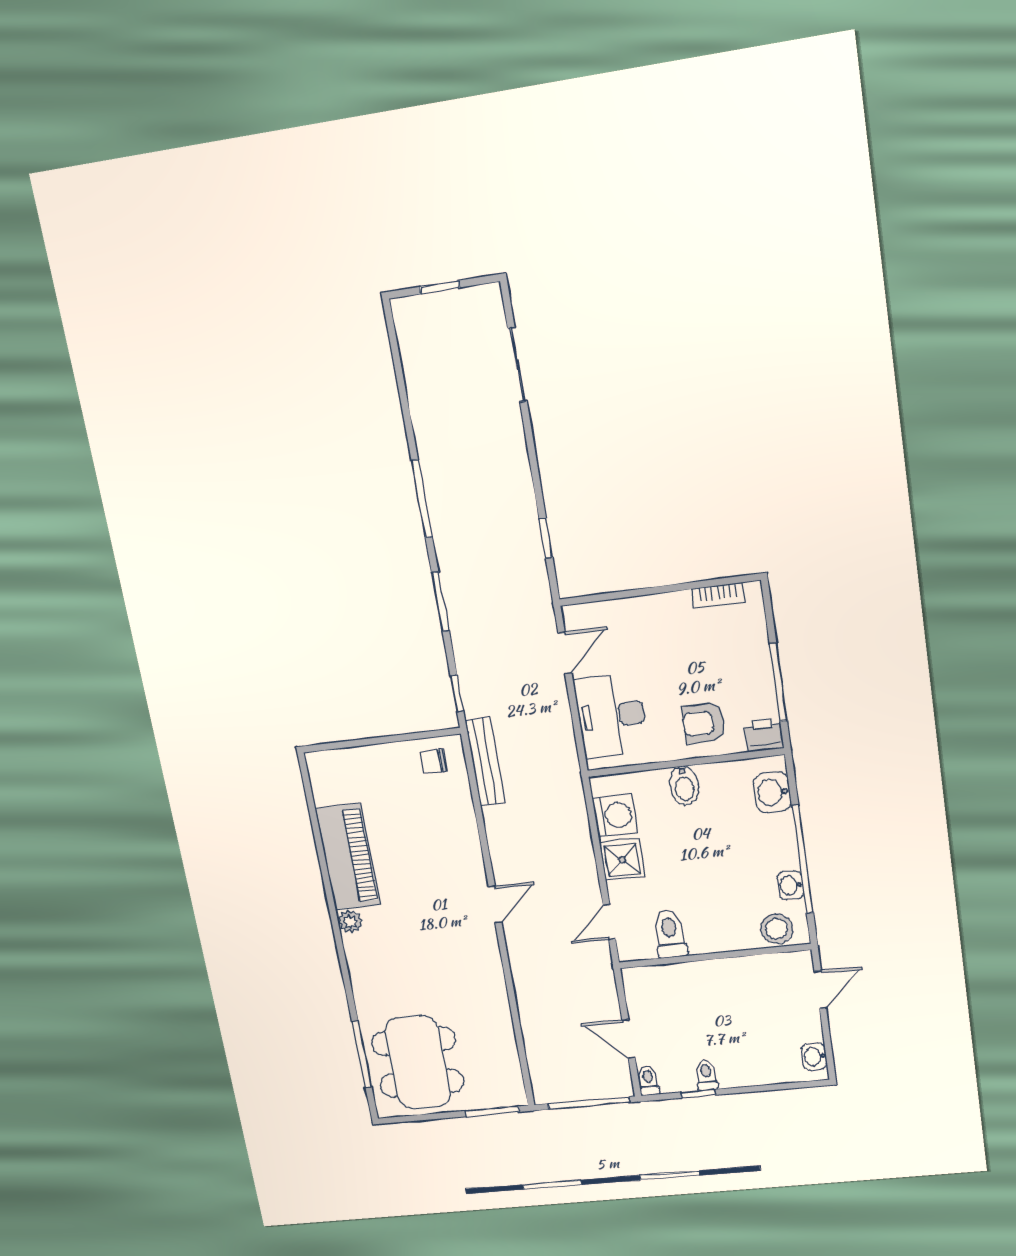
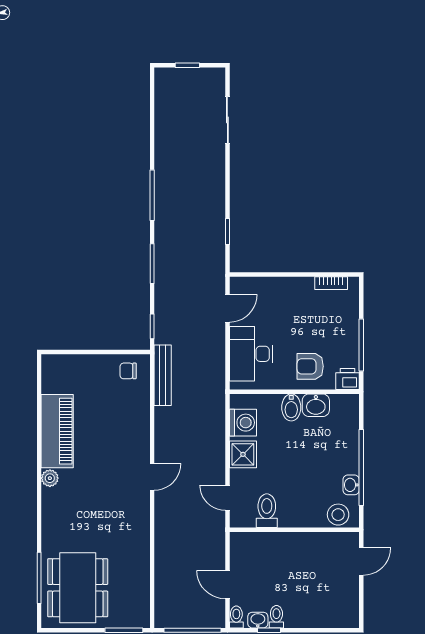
washbasin: (772, 792) -> (316, 405), moved, turned -90
door: (609, 922) -> (227, 498), hinge flipped
washbasin: (814, 1056) -> (258, 620), moved, turned 90

